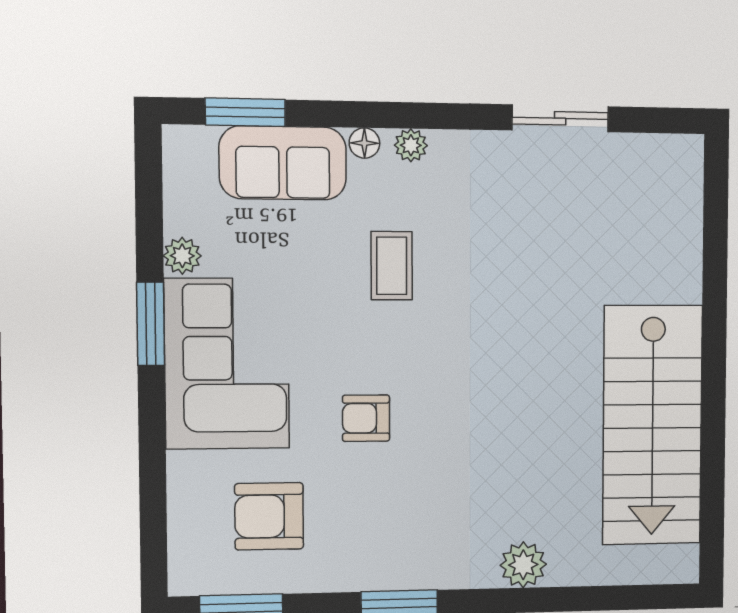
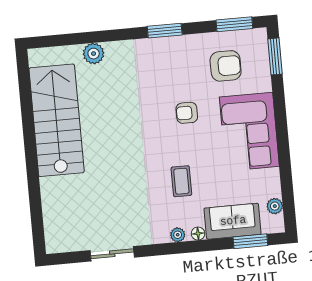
plant: (182, 256) -> (275, 206), moved
window: (151, 324) -> (275, 56), moved
armchair: (366, 418) -> (187, 113), turned 180
plant: (523, 565) -> (94, 54), moved

